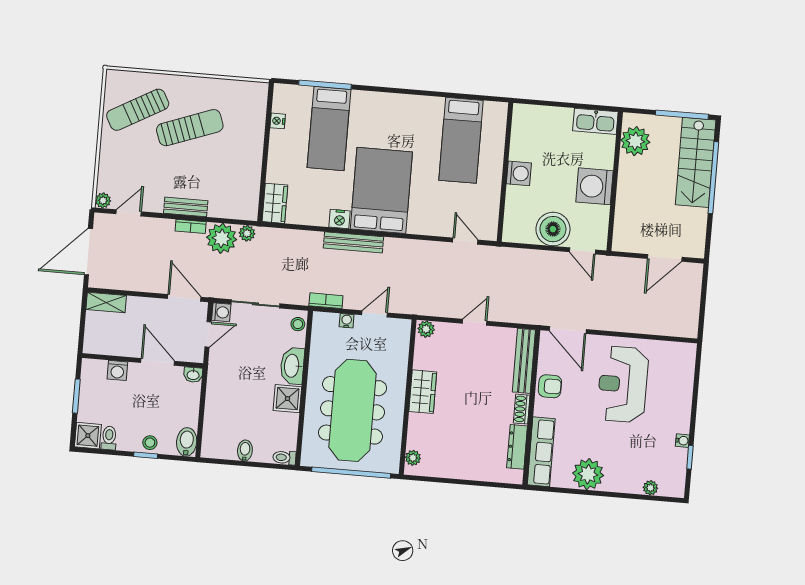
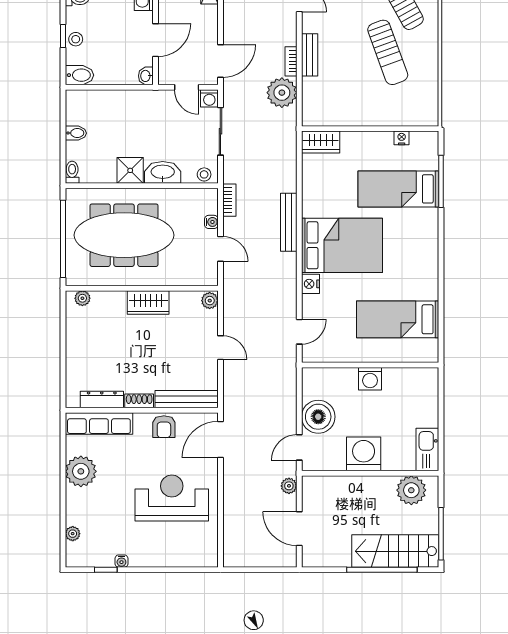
nightstand: (340, 219) -> (311, 284), moved
plant: (247, 233) -> (289, 486), moved

